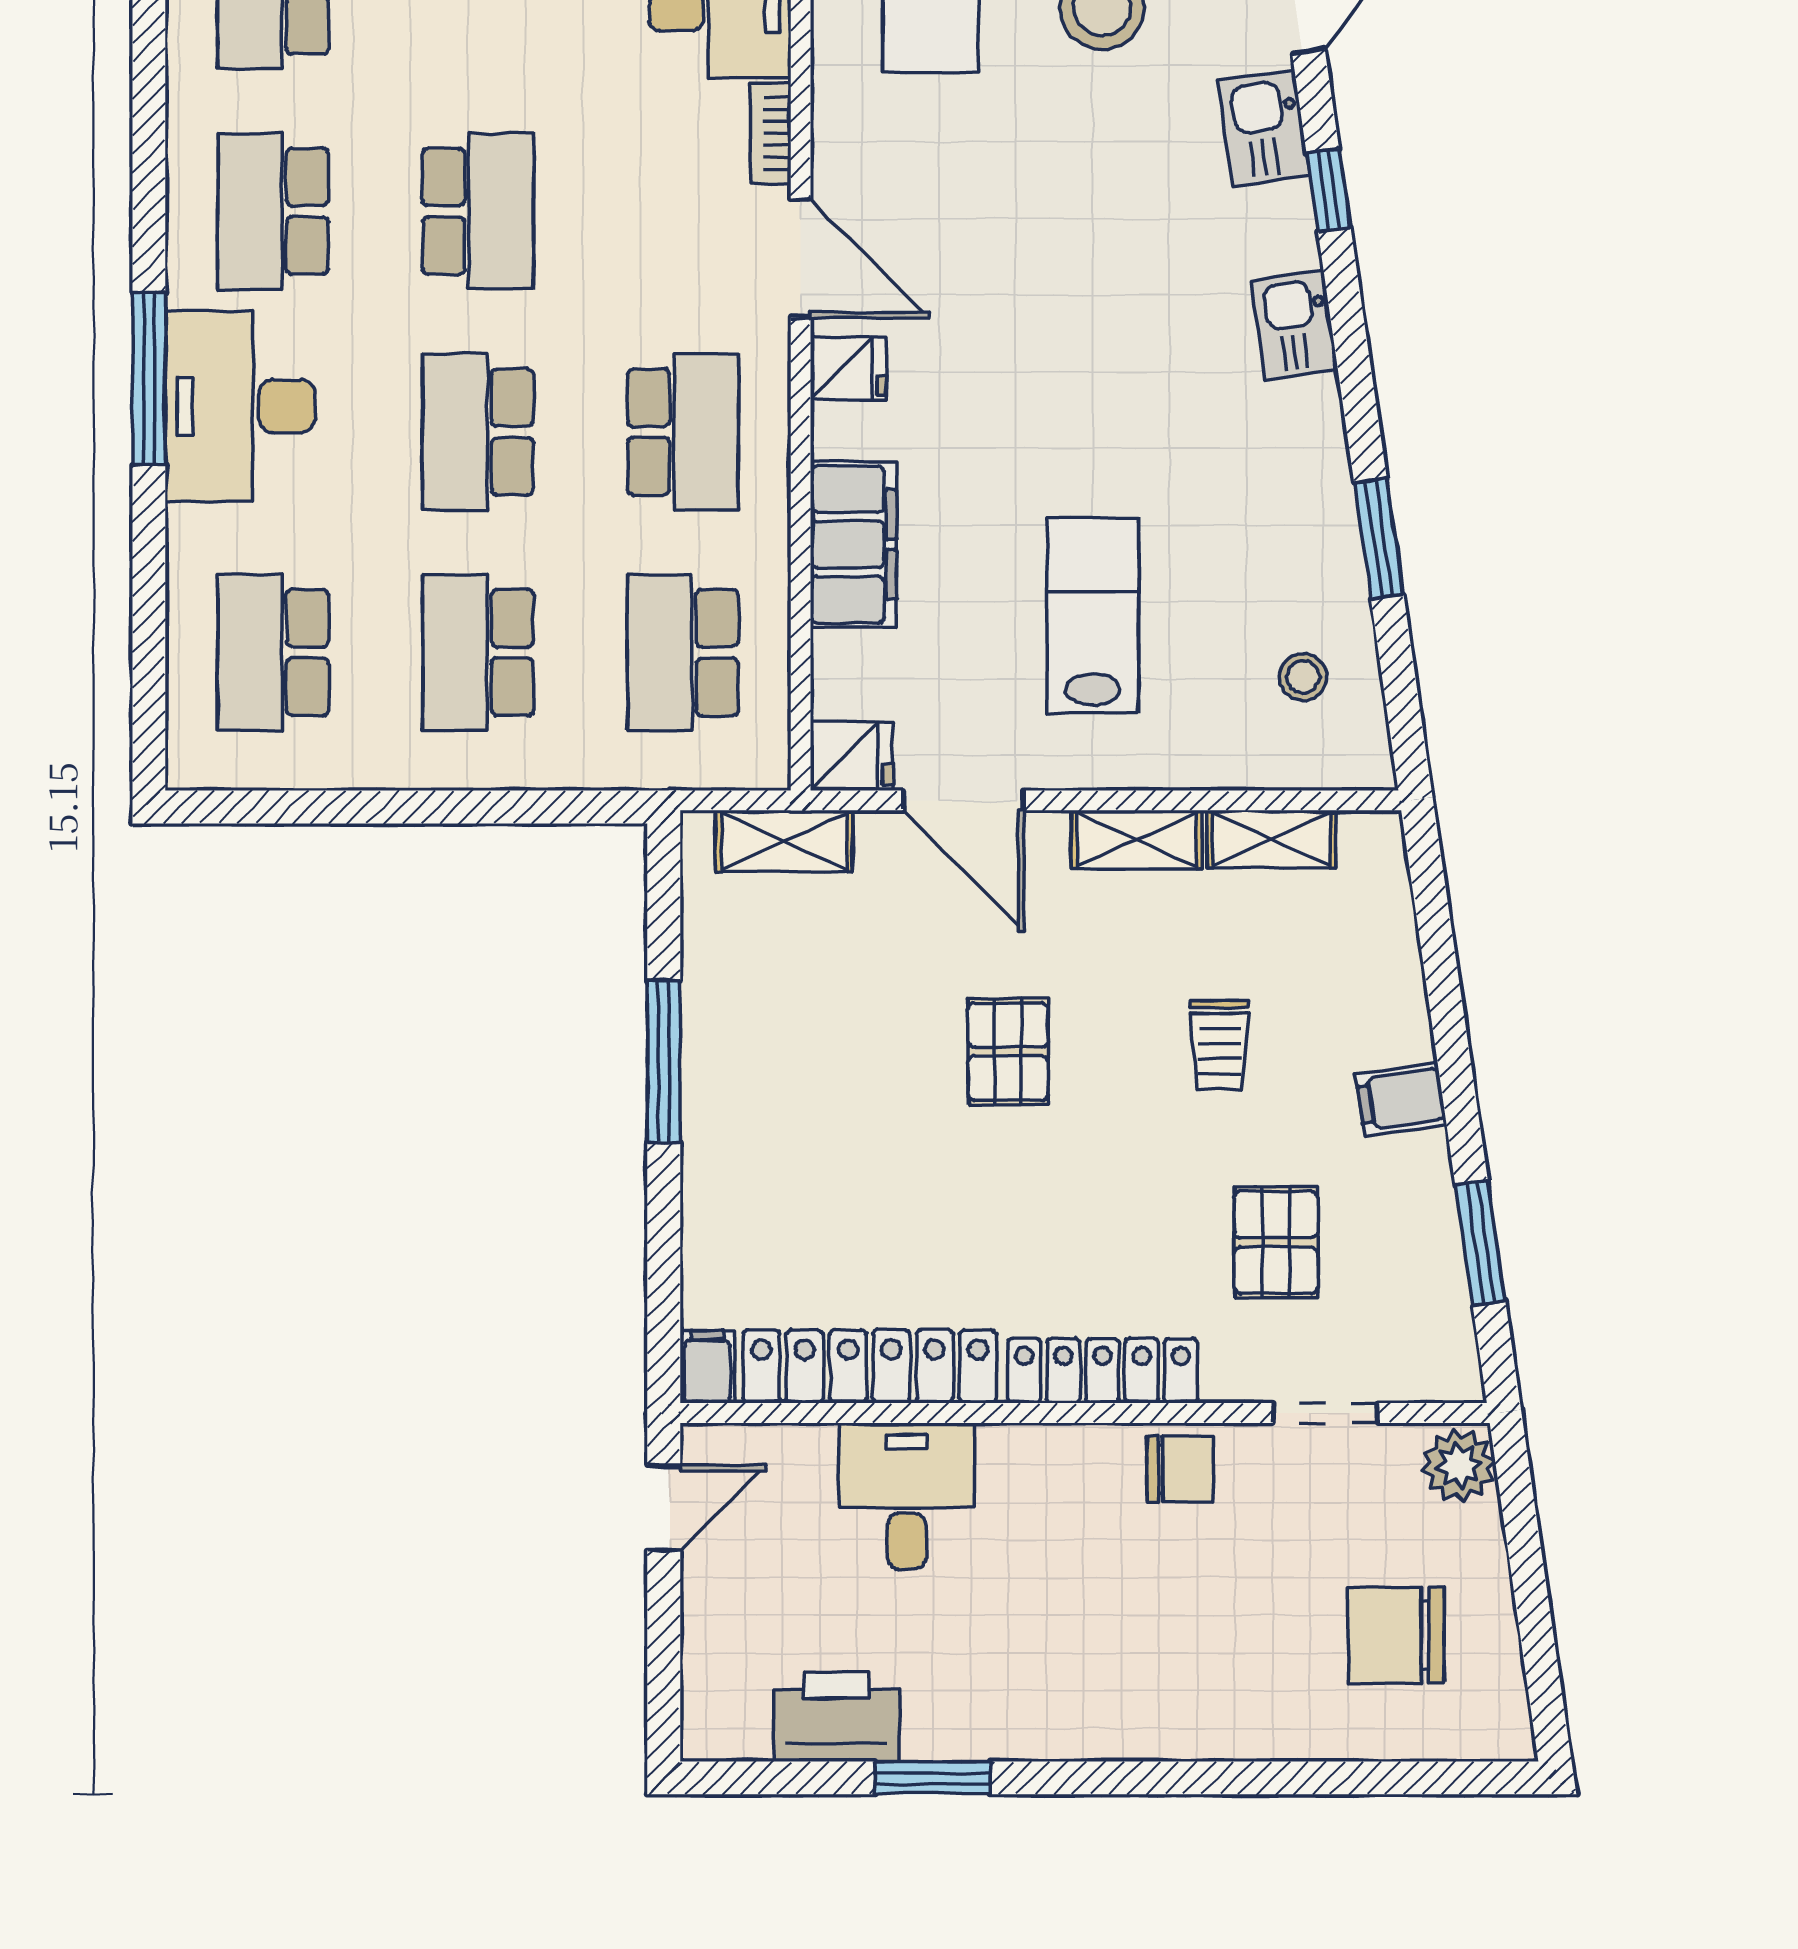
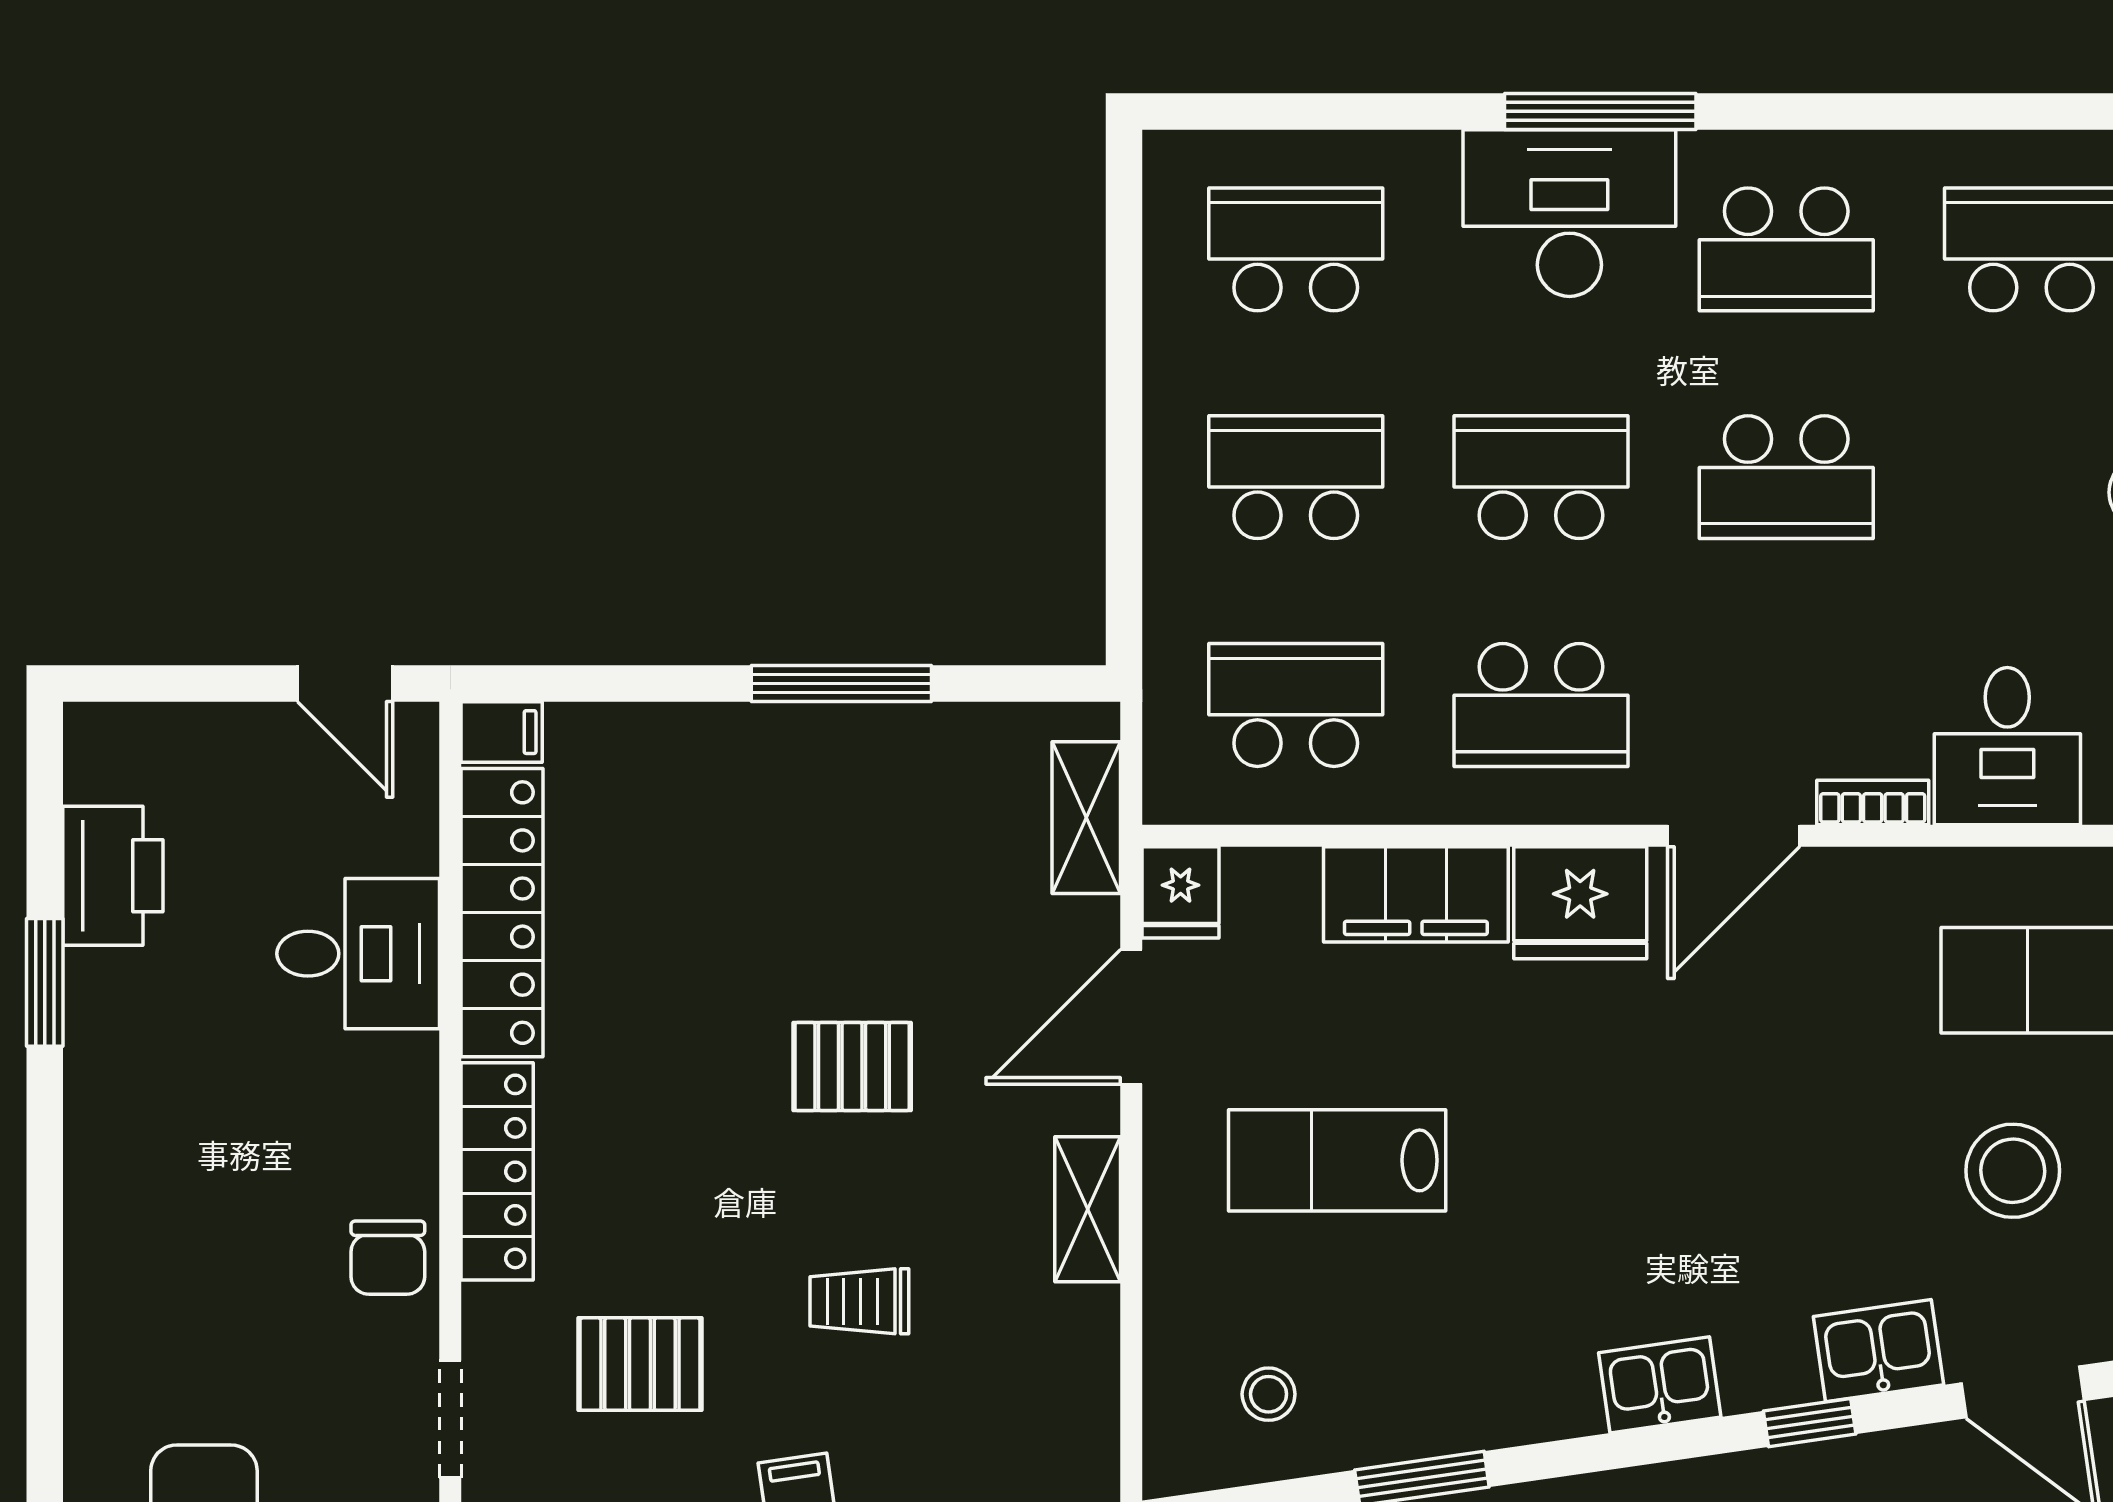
school desk: (273, 211) -> (1786, 249), turned 180
fridge: (848, 369) -> (1580, 903), width x1.88, depth x1.34
lab bench: (1093, 615) -> (1337, 1160), turned 180
shelving: (1272, 839) -> (1088, 1359), removed

